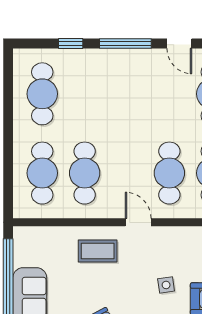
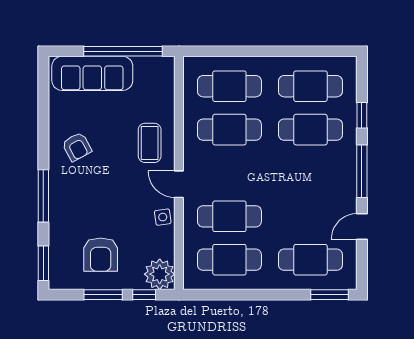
cafe table: (85, 94) -> (310, 130), added
door: (138, 222) -> (179, 184), swing flipped
side table: (166, 285) -> (163, 217), moved

